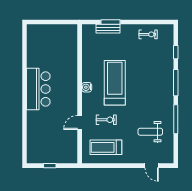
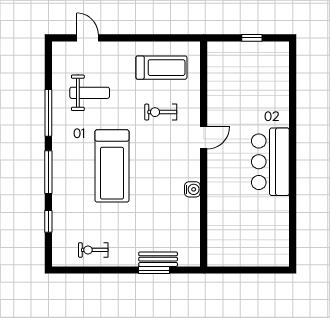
treadmill: (115, 83) -> (112, 166), moved
water cooler: (87, 87) -> (192, 189), moved
door: (80, 122) -> (204, 138), moved

